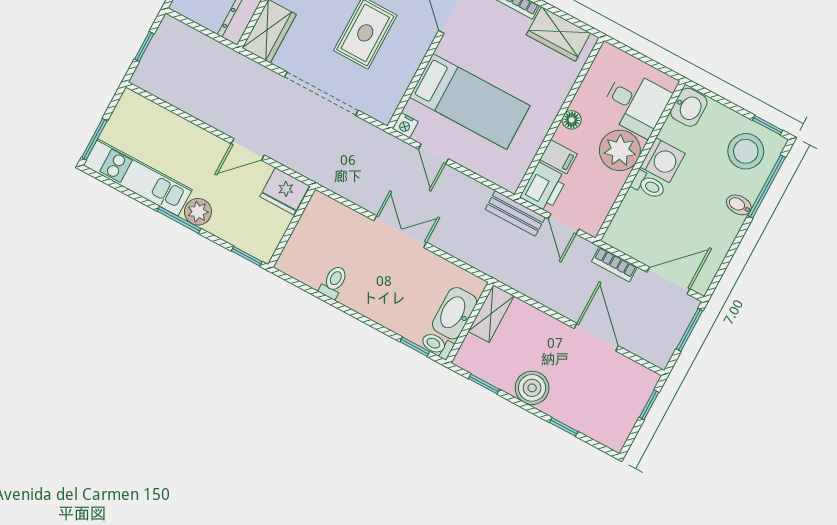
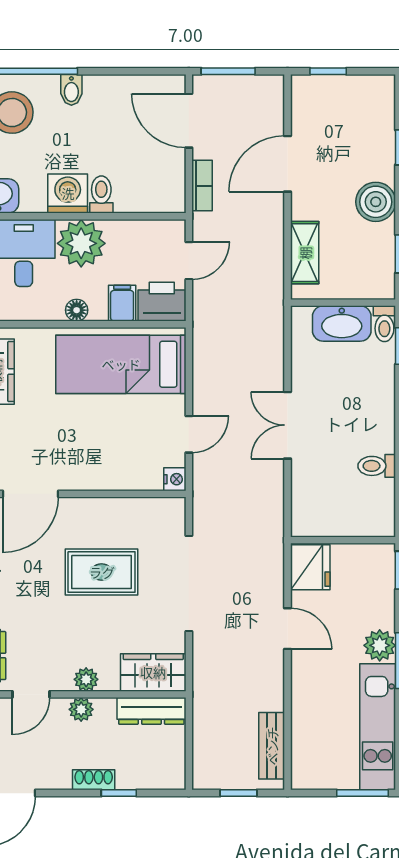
bed: (470, 101) -> (121, 364), moved, turned -90
bench: (515, 213) -> (272, 746), moved
shelving: (491, 314) -> (305, 253), moved, turned 90

